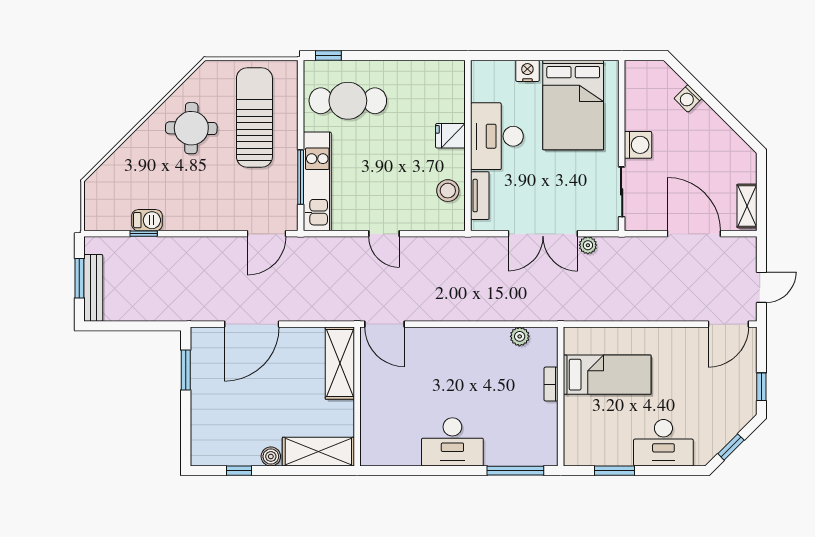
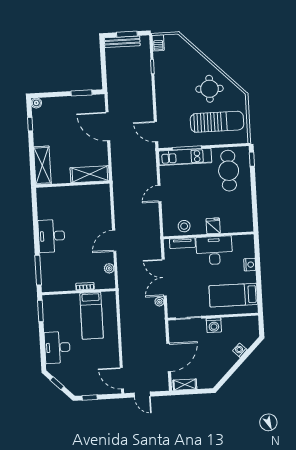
bed: (573, 105) -> (233, 295), width x0.67
barbecue: (147, 220) -> (158, 43), moved
door: (384, 324) -> (114, 241), moved
boiler: (271, 456) -> (36, 103), moved
window: (614, 471) -> (40, 311), moved

